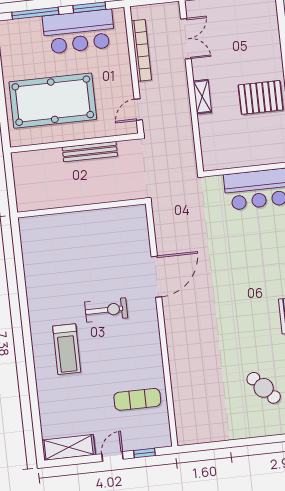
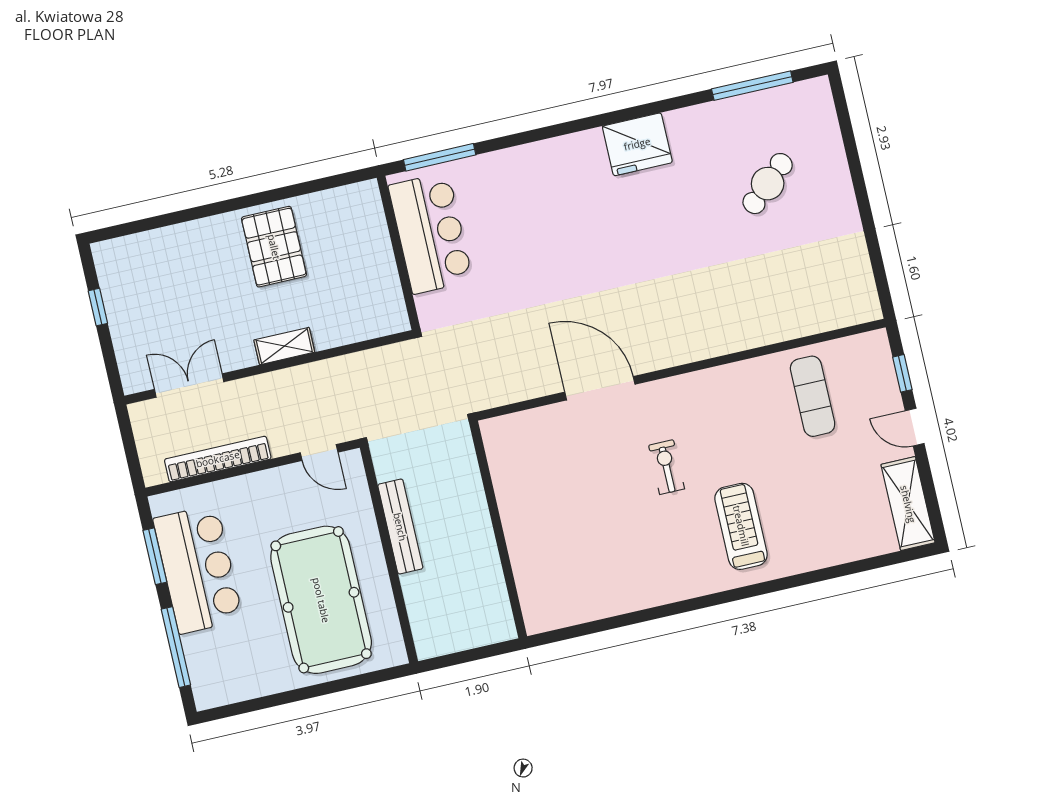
exercise bike: (106, 310) -> (667, 467), width x0.73, depth x0.72
treadmill: (67, 349) -> (741, 526), turned -90

